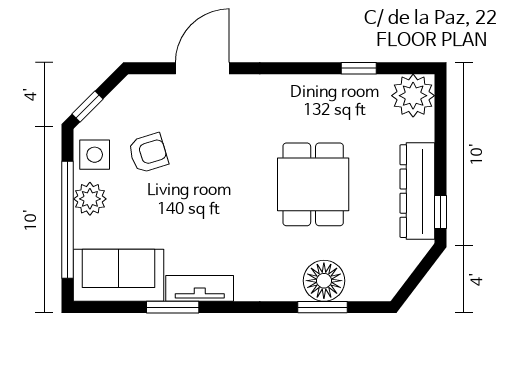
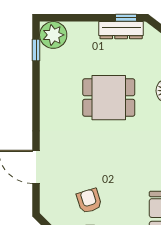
window: (359, 68) -> (36, 50), moved
dresser: (417, 191) -> (121, 30), width x0.73, depth x0.80

